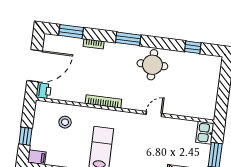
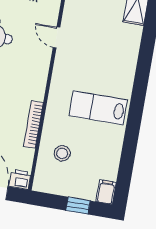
bookcase: (103, 101) -> (33, 124), moved

